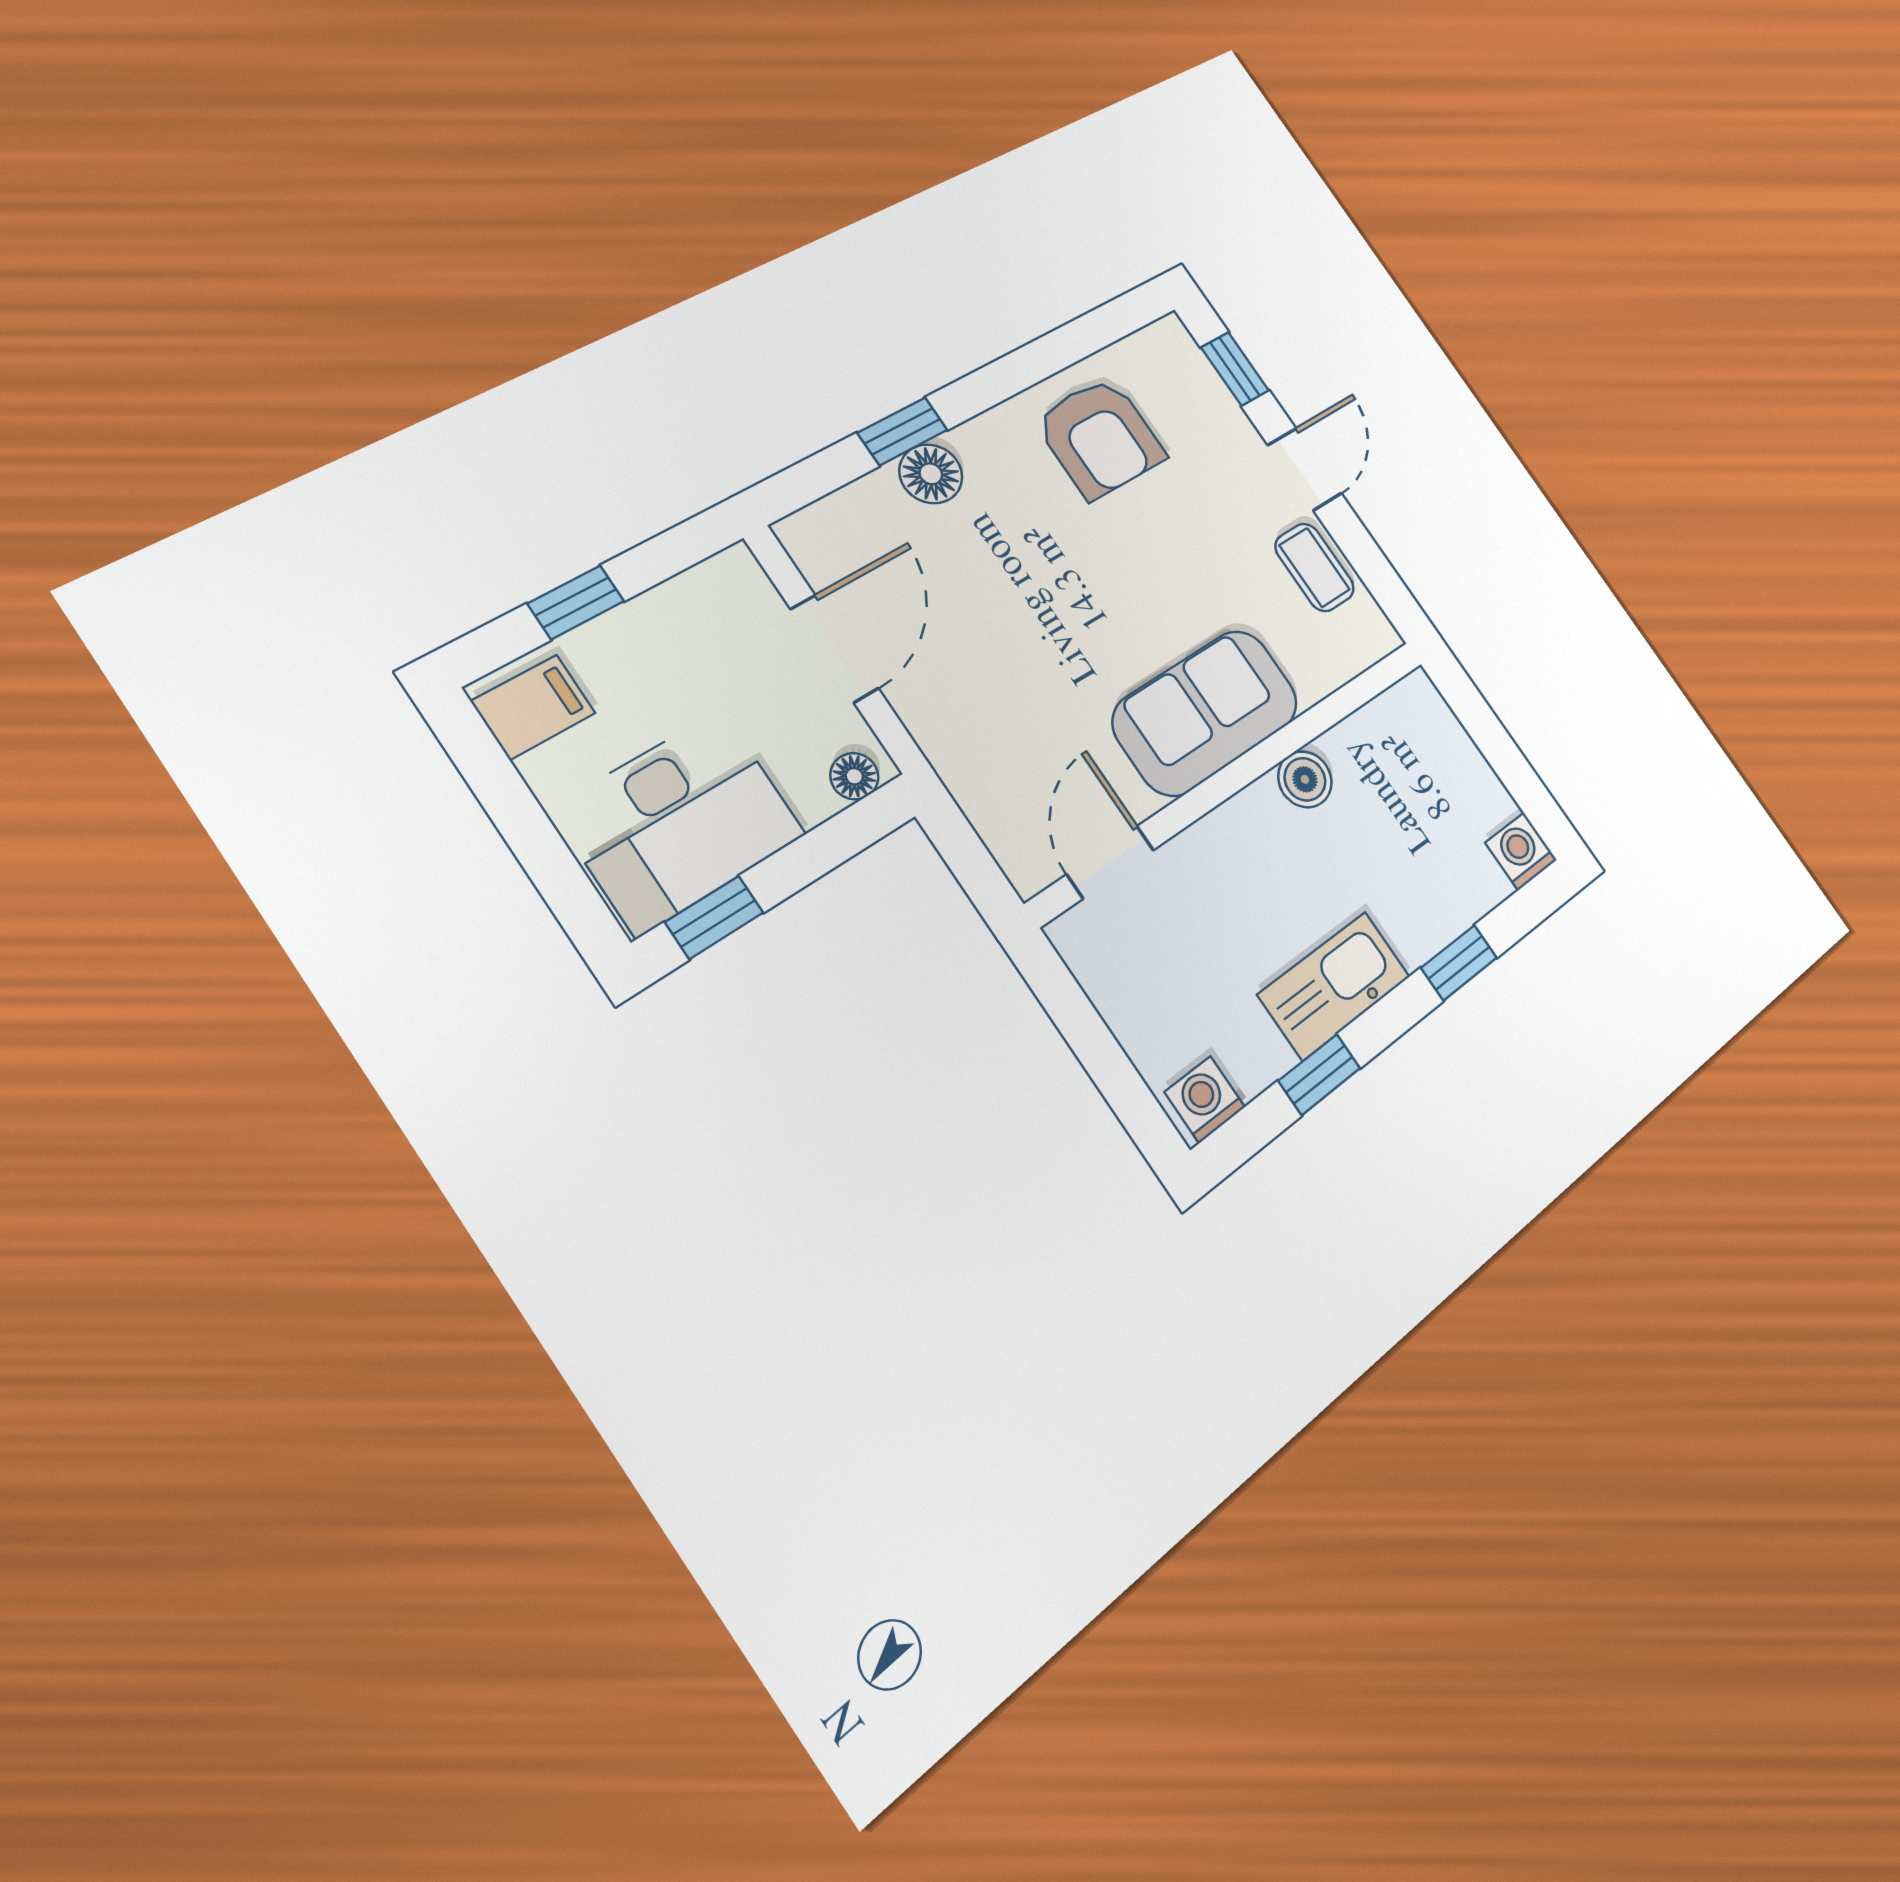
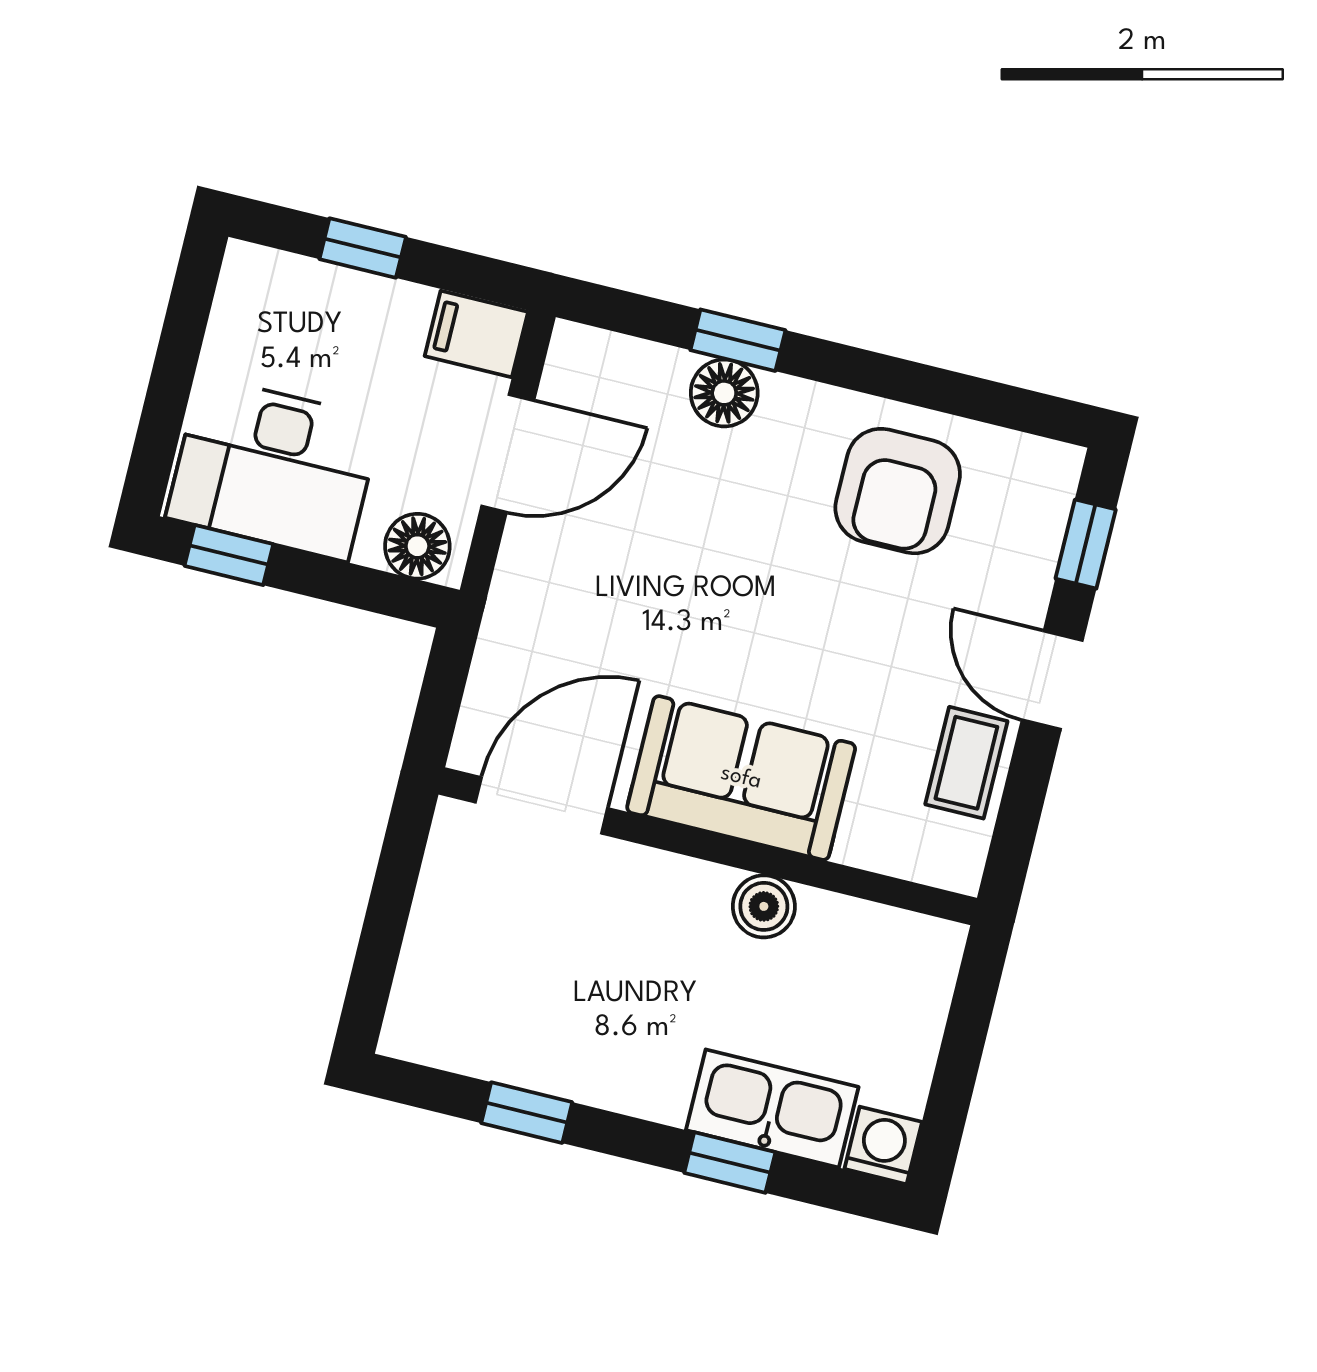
door: (1305, 469) -> (1052, 680), swing flipped
filing cabinet: (533, 707) -> (476, 334), moved, turned 180
floor lamp: (854, 776) -> (417, 546), width x1.37, depth x1.37
door: (1110, 862) -> (541, 805), width x1.37
kitchen sink: (1334, 986) -> (772, 1108), moved
washing machine: (1205, 1100) -> (424, 1034), removed

